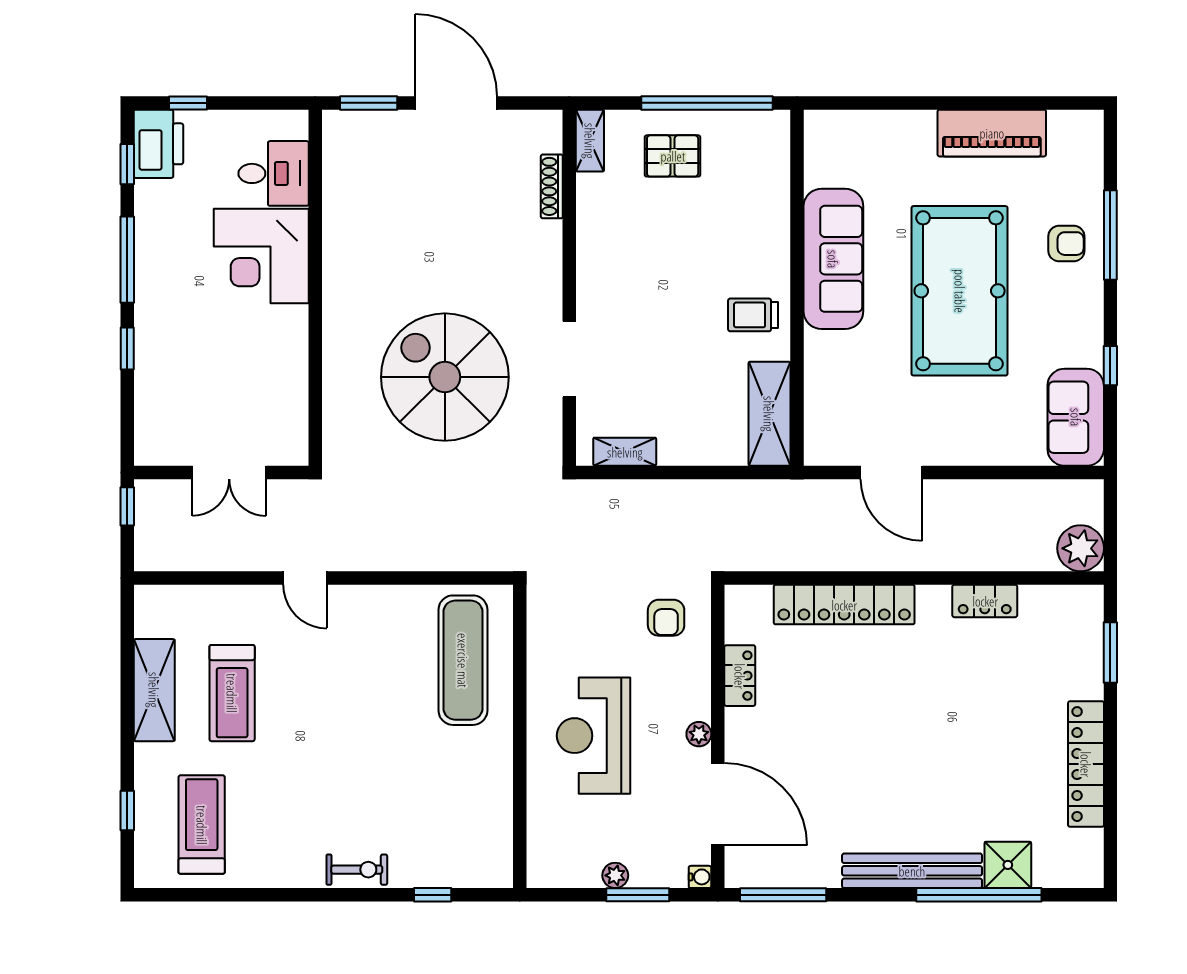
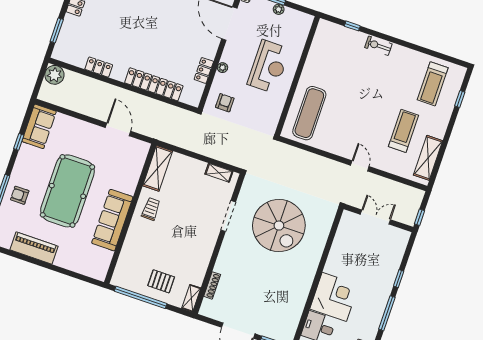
trolley: (753, 315) -> (151, 209), turned -89
shelving: (154, 690) -> (428, 158), moved
plant: (699, 734) -> (223, 68), moved

